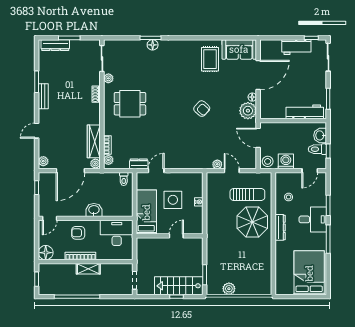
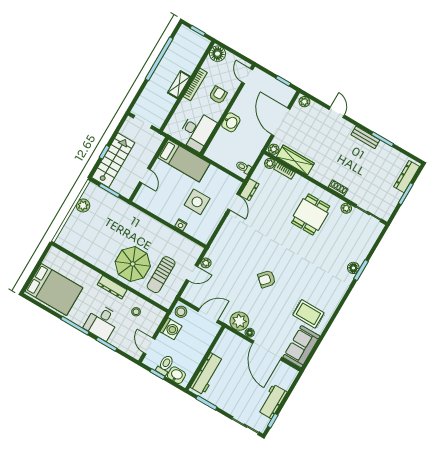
bed: (146, 212) -> (184, 161), moved
wall: (170, 236) -> (149, 169), moved
door: (176, 236) -> (145, 176), moved

